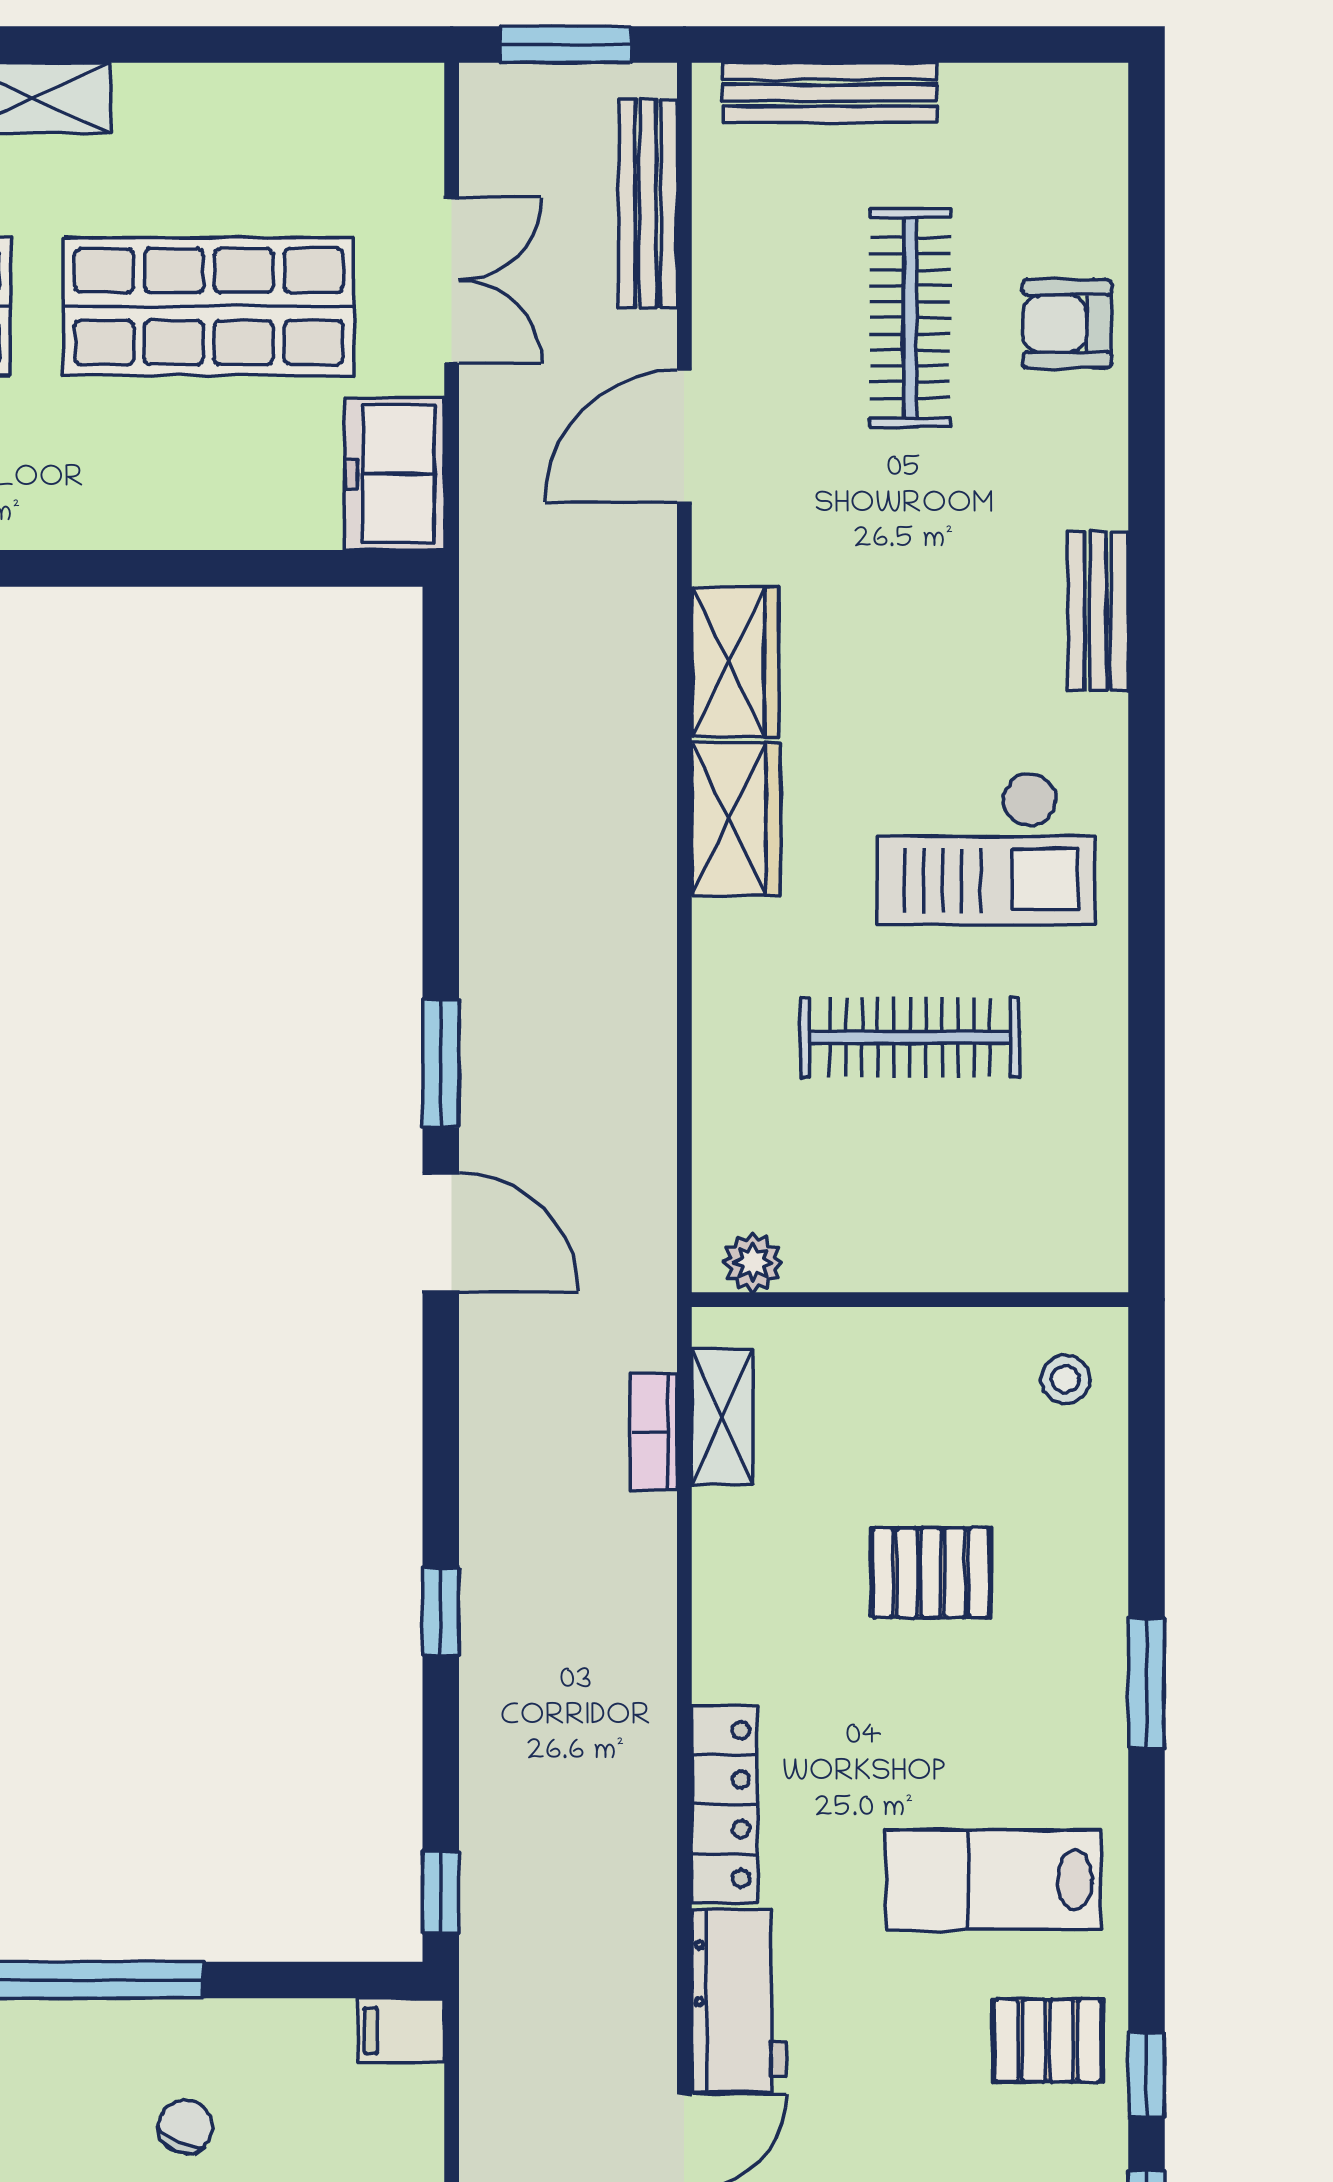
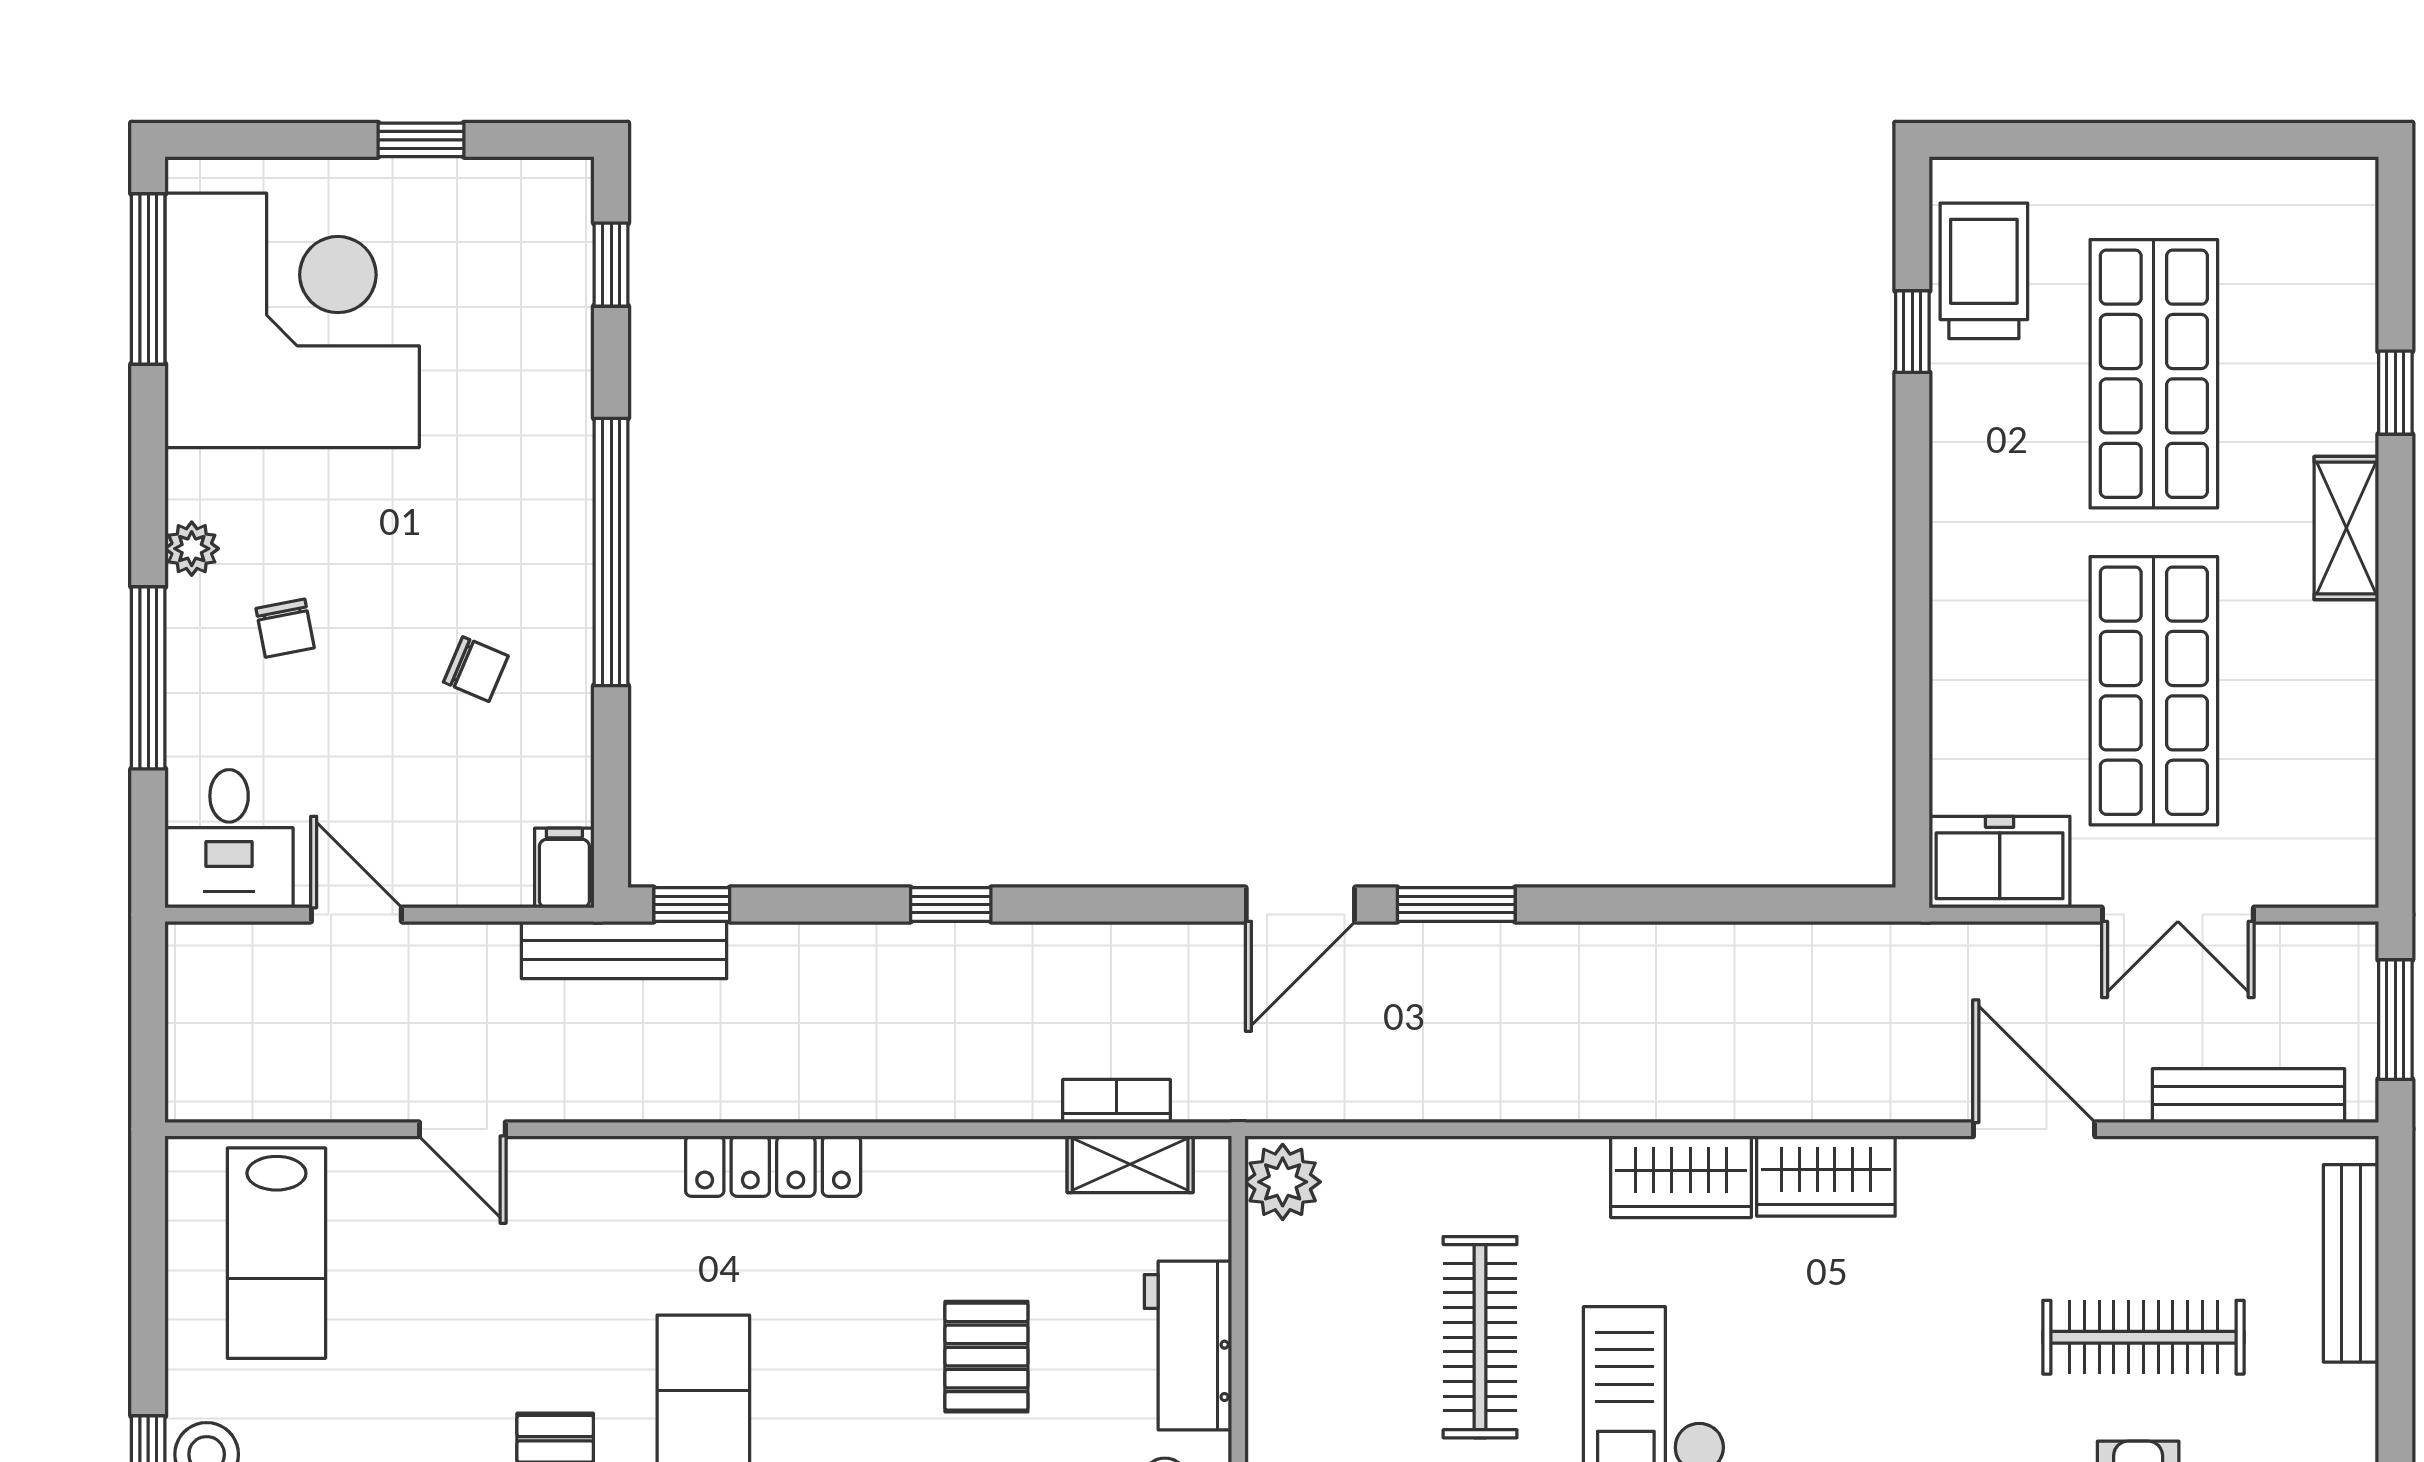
plant: (753, 1263) -> (1283, 1182), width x1.38, depth x1.38
bench: (490, 1966) -> (624, 950), added
workbench: (739, 2001) -> (1188, 1346), moved, turned 90

